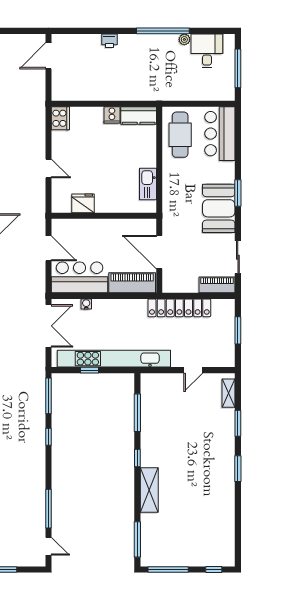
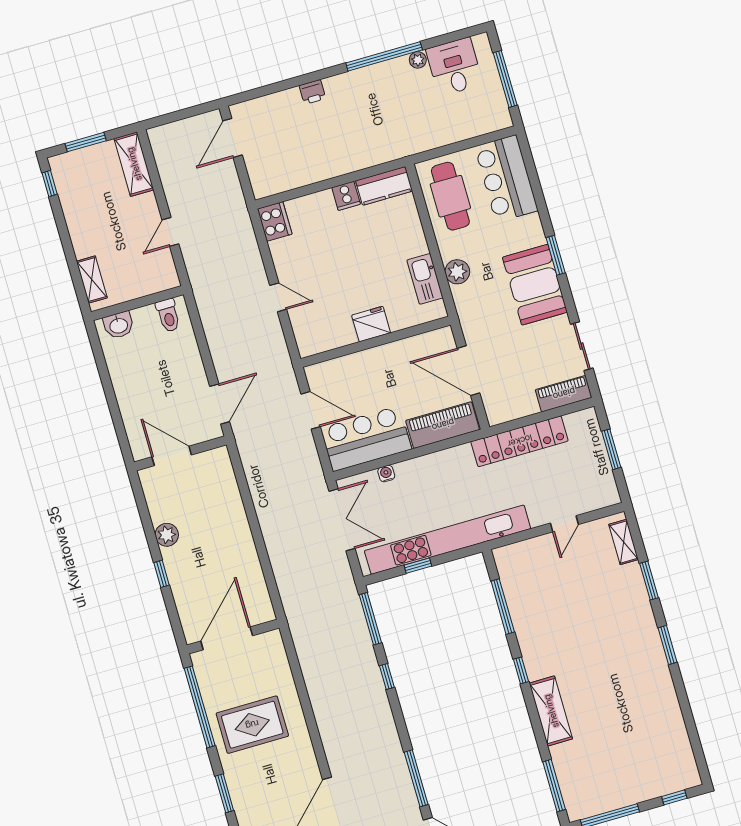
plant: (170, 185) -> (457, 272), added
fridge: (83, 203) -> (371, 324), moved

